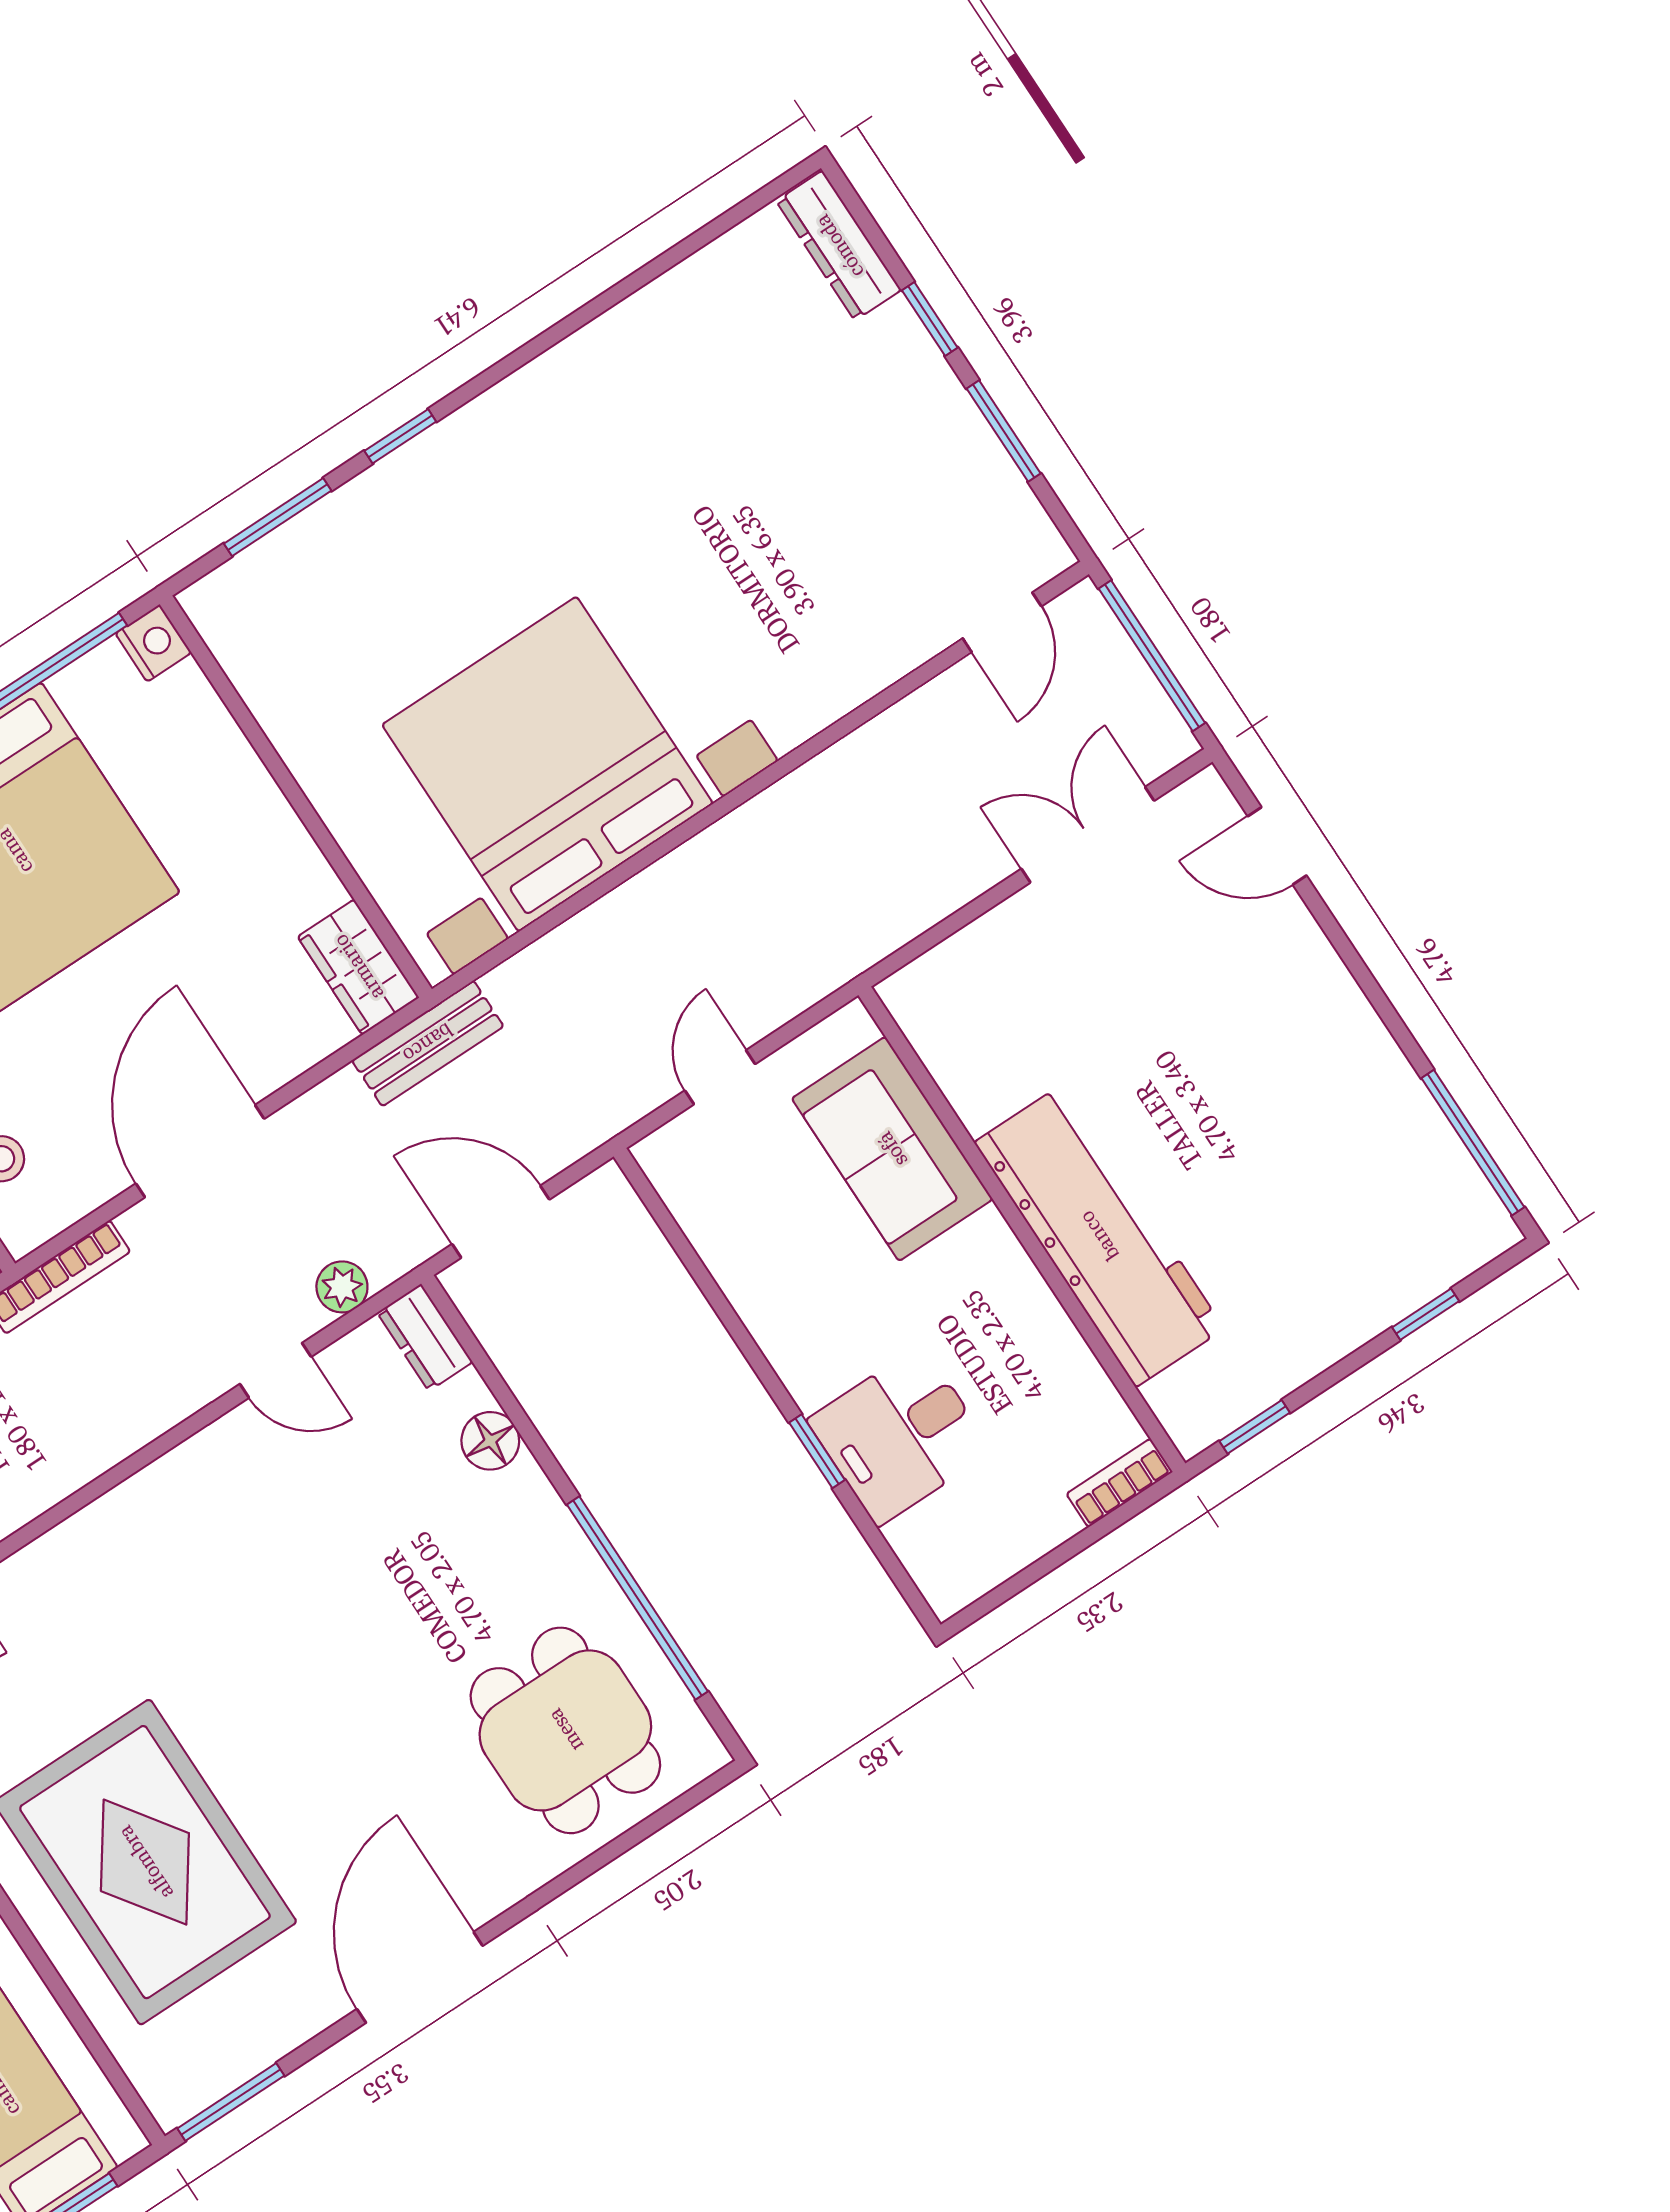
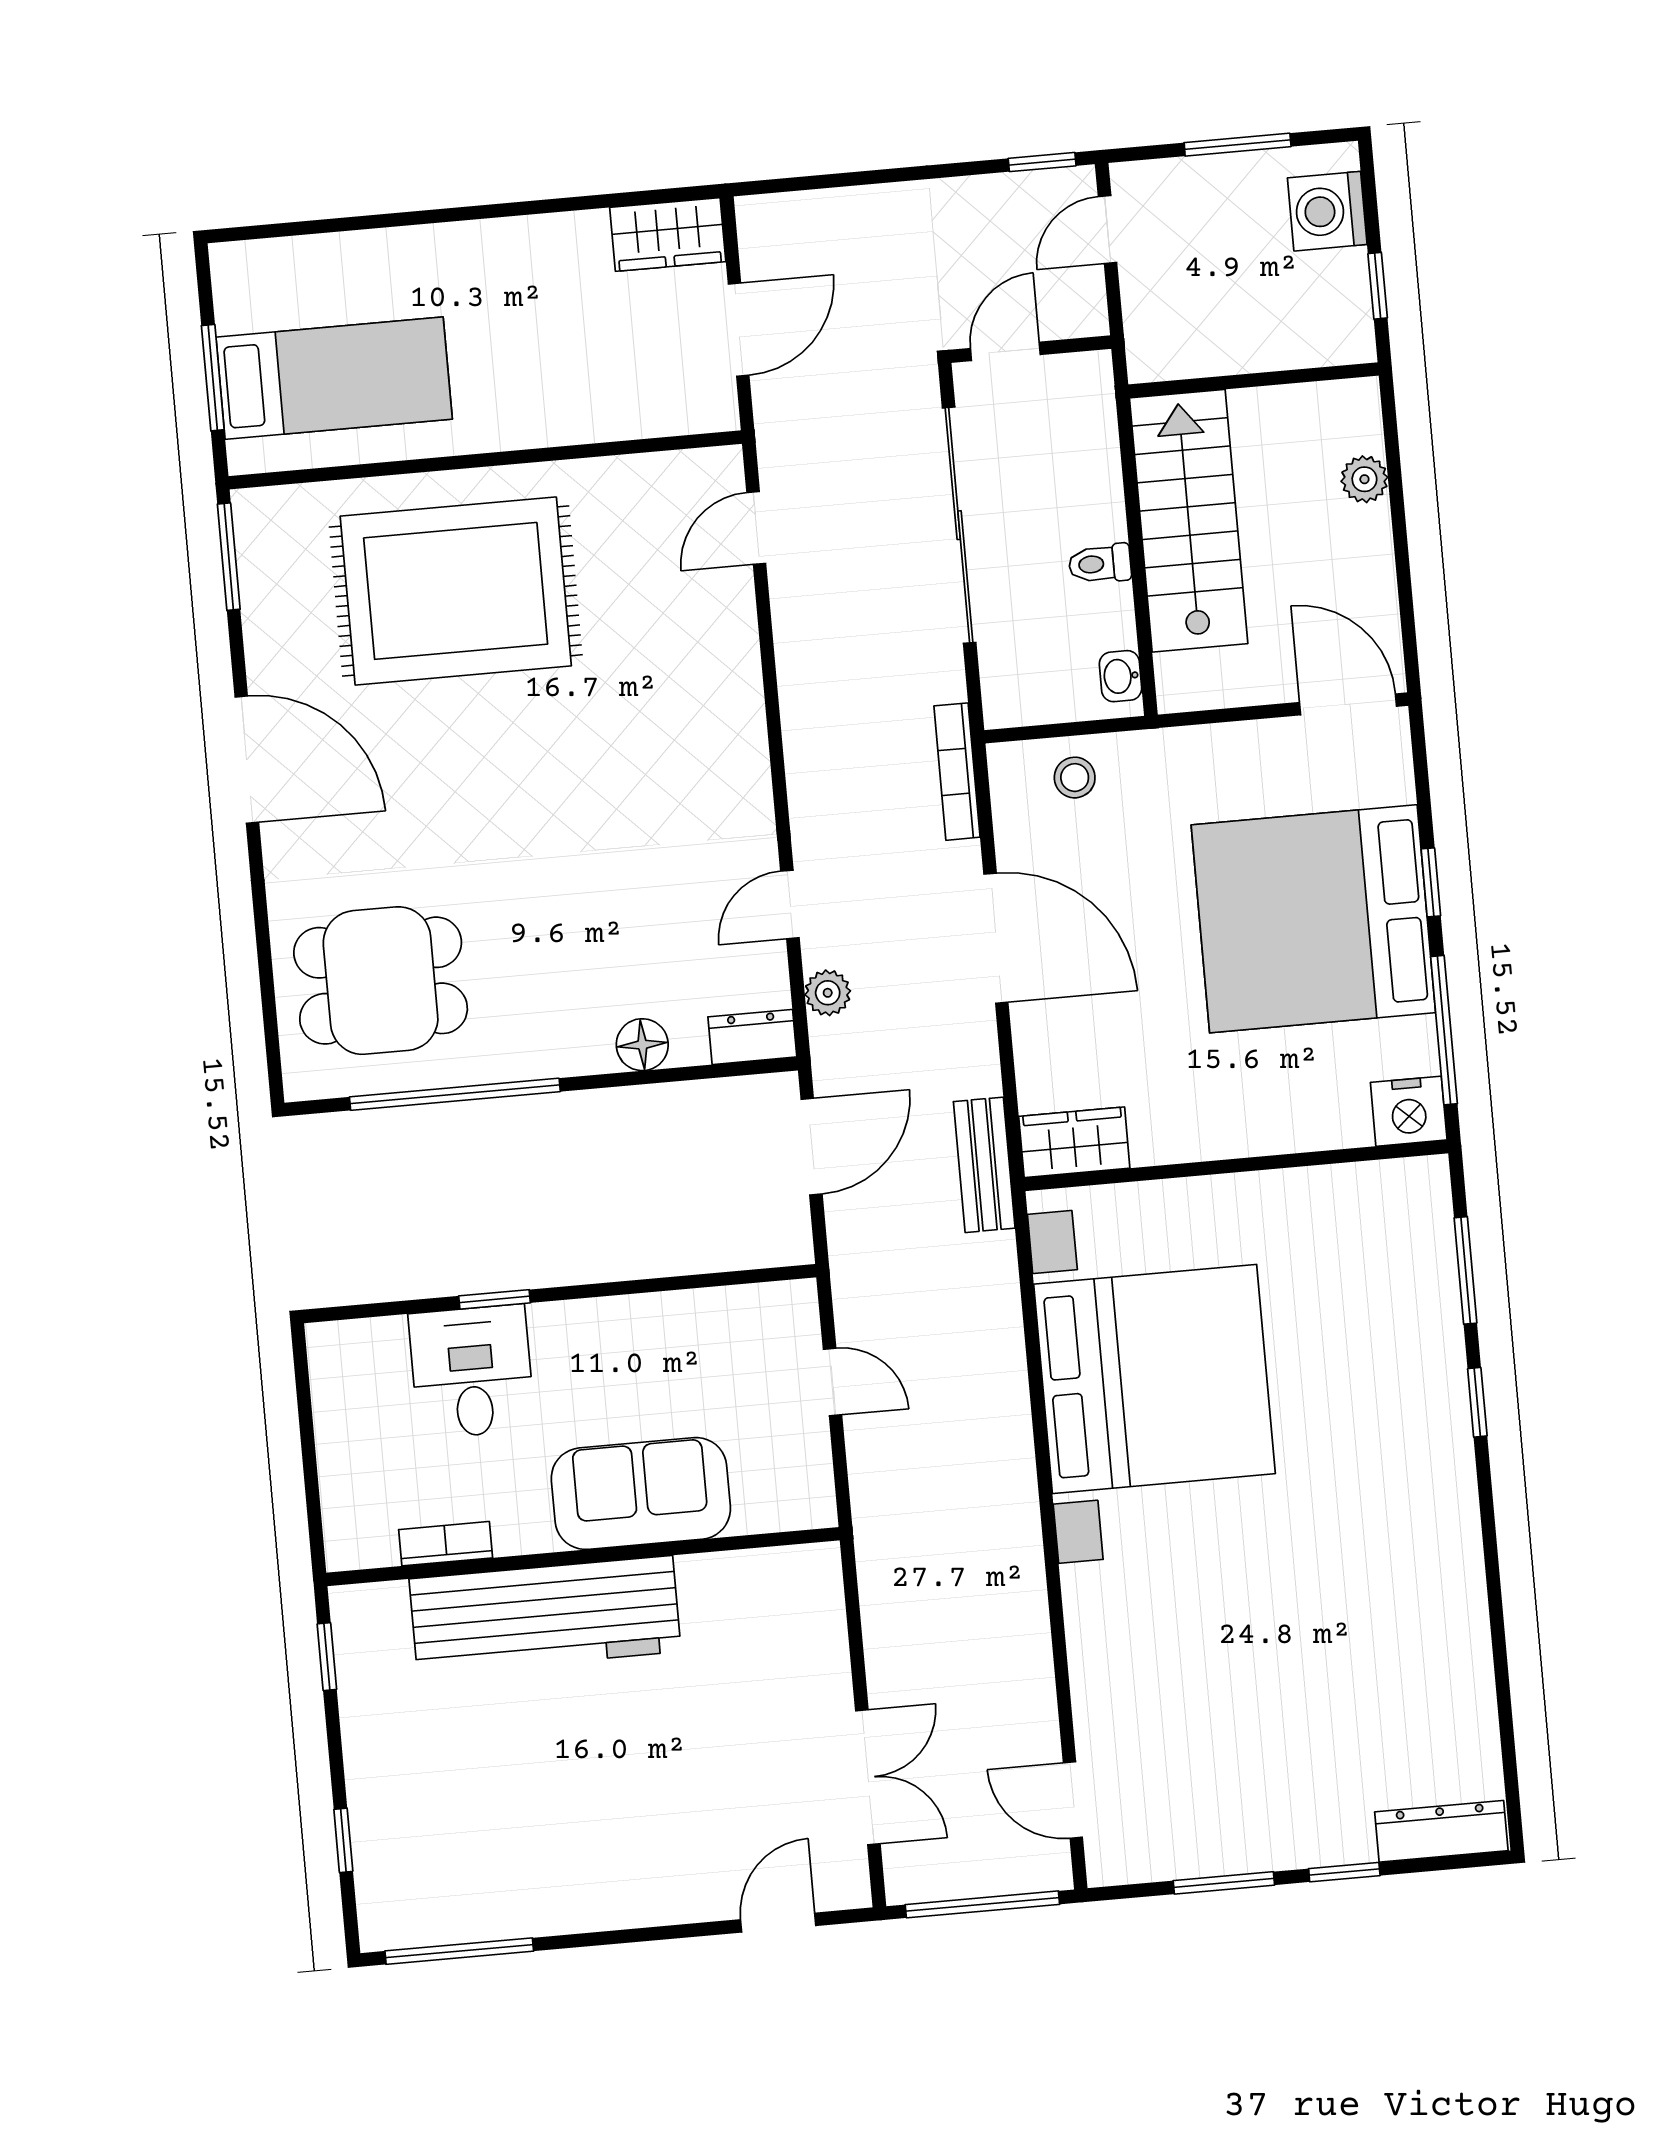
nightstand: (153, 643) -> (1409, 1111), width x1.36, depth x1.33
sofa: (892, 1149) -> (641, 1494), moved
bookcase: (1119, 1483) -> (446, 1544), moved, turned -90

